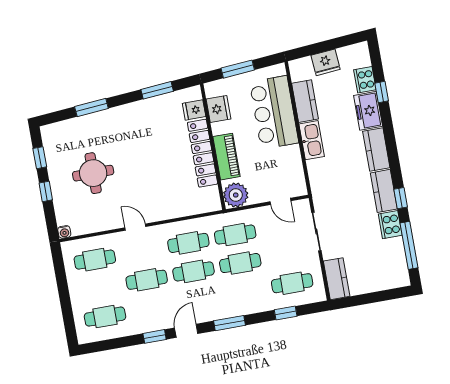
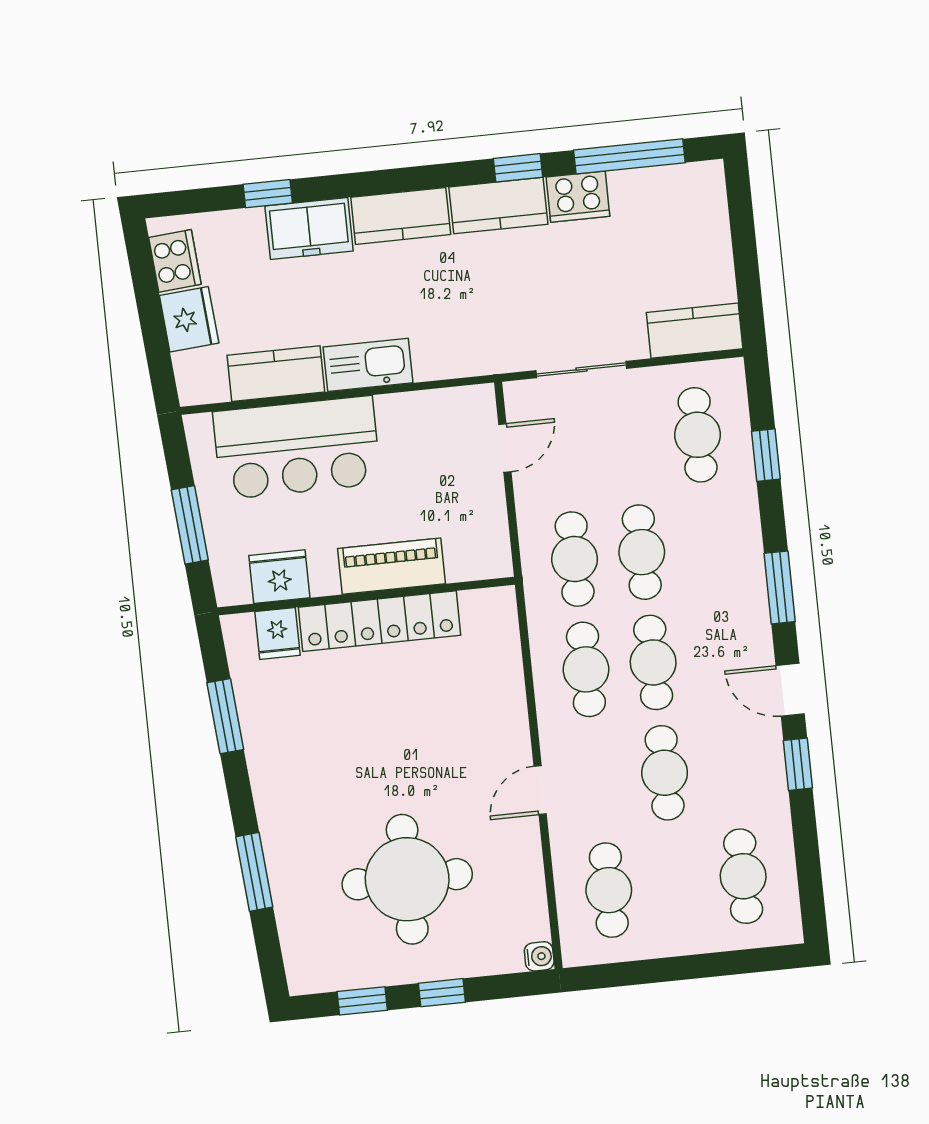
cooker: (365, 80) -> (175, 261), moved, turned -95
round table: (93, 173) -> (407, 879), width x1.36, depth x1.36
plant: (236, 195) -> (483, 551), removed

